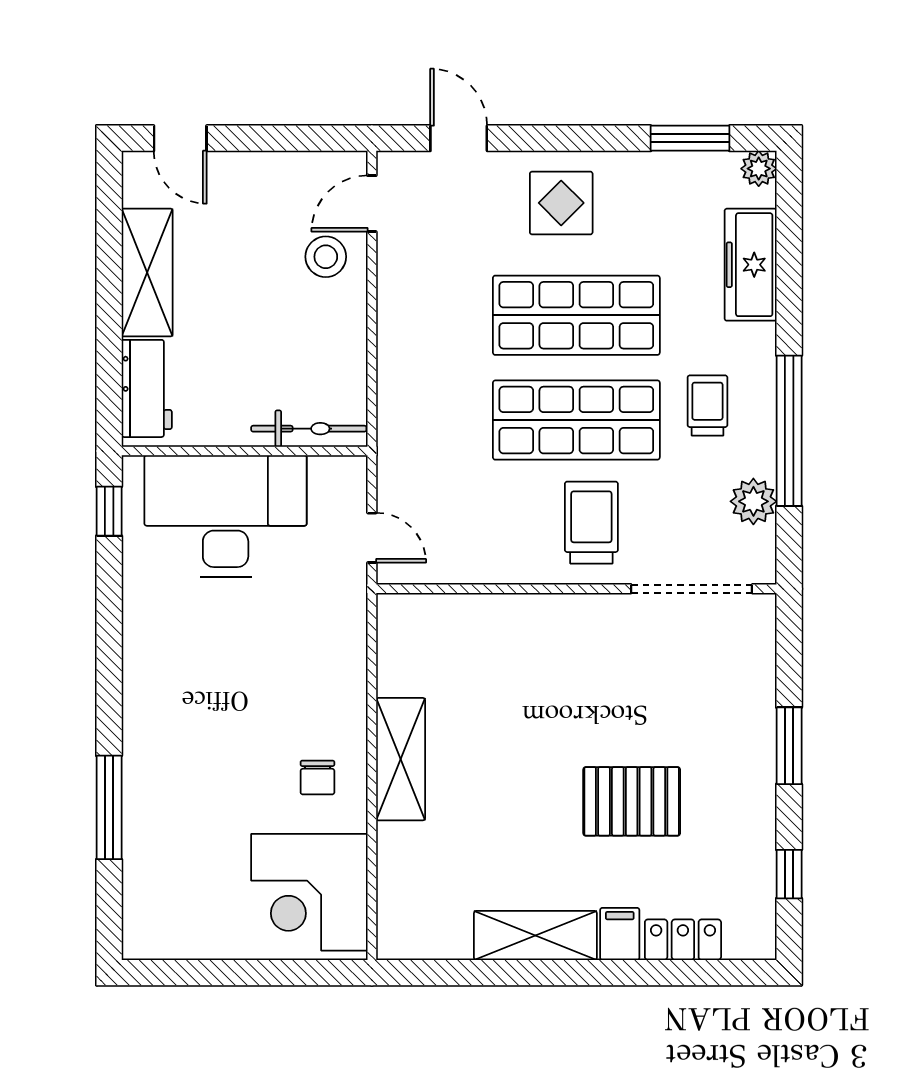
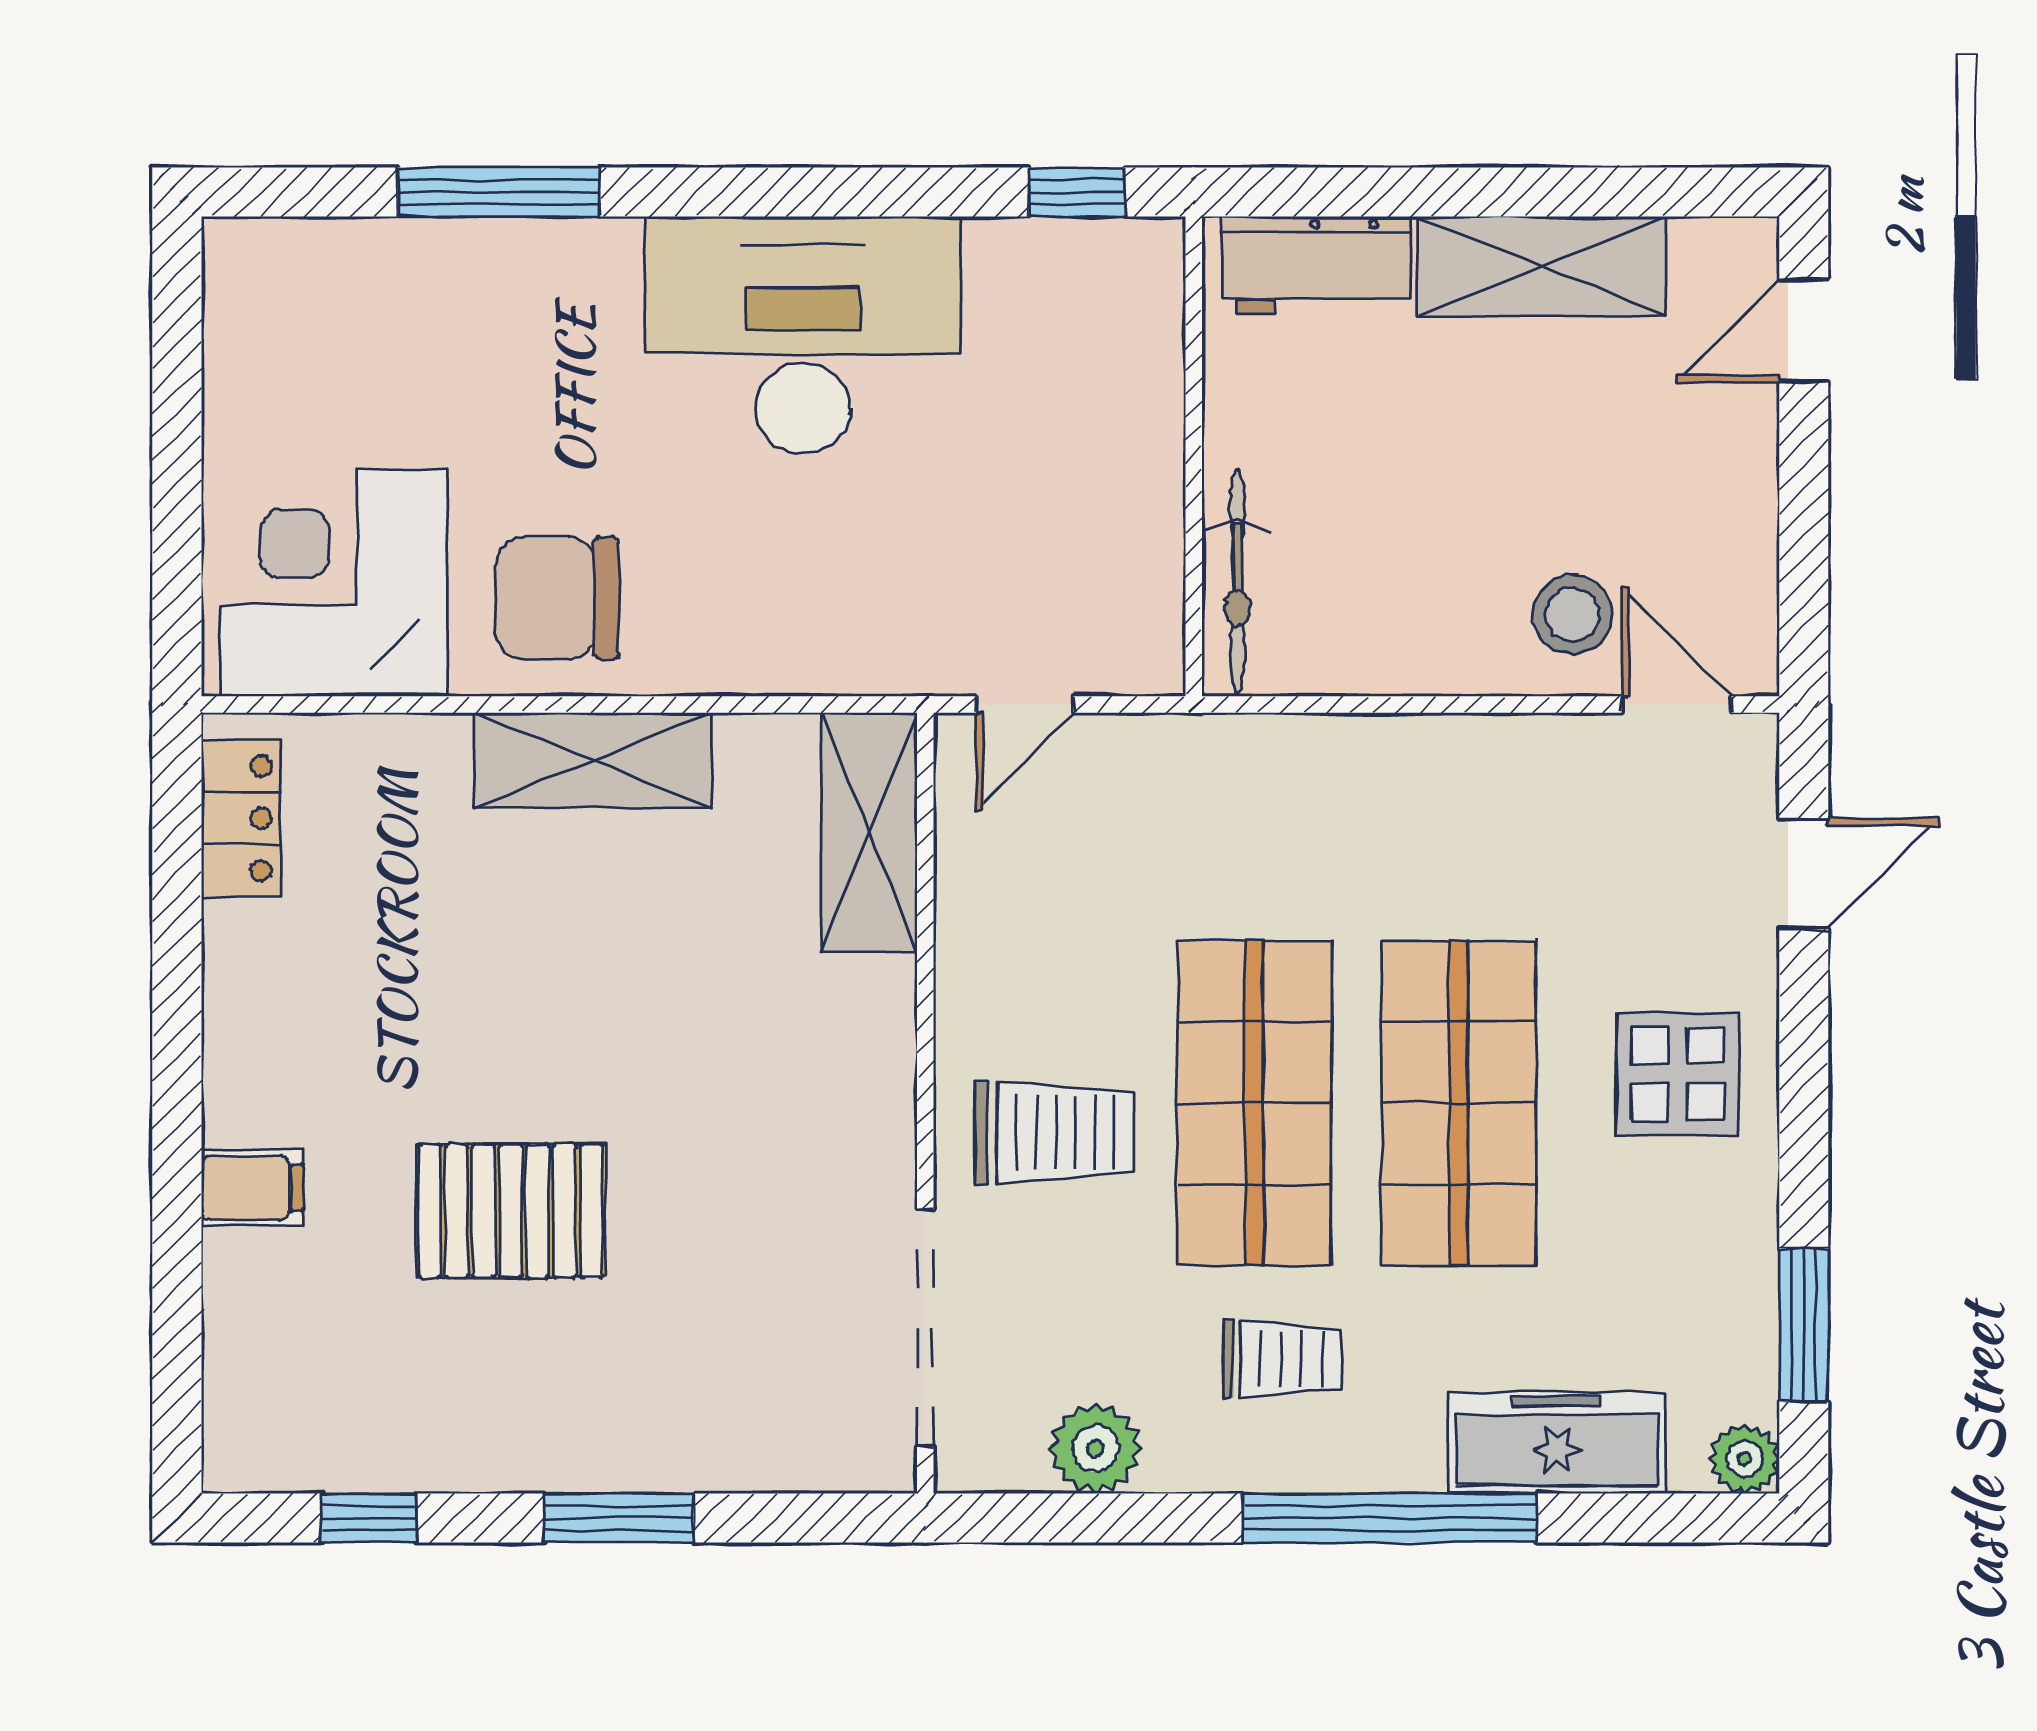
window: (789, 431) -> (1390, 1518), moved
desk: (226, 516) -> (803, 335), moved, turned -90
chair: (317, 778) -> (557, 598), width x1.87, depth x1.87
pallet: (632, 801) -> (511, 1211), turned 90
shelving: (535, 935) -> (869, 832), moved
locker: (683, 940) -> (241, 818), moved

